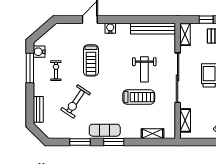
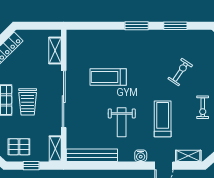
weight bench: (144, 69) -> (122, 122), moved, turned 180
exercise bike: (76, 102) -> (180, 72), width x0.73, depth x0.72
exercise mat: (105, 130) -> (147, 39), removed
shelving: (152, 134) -> (188, 156), moved

